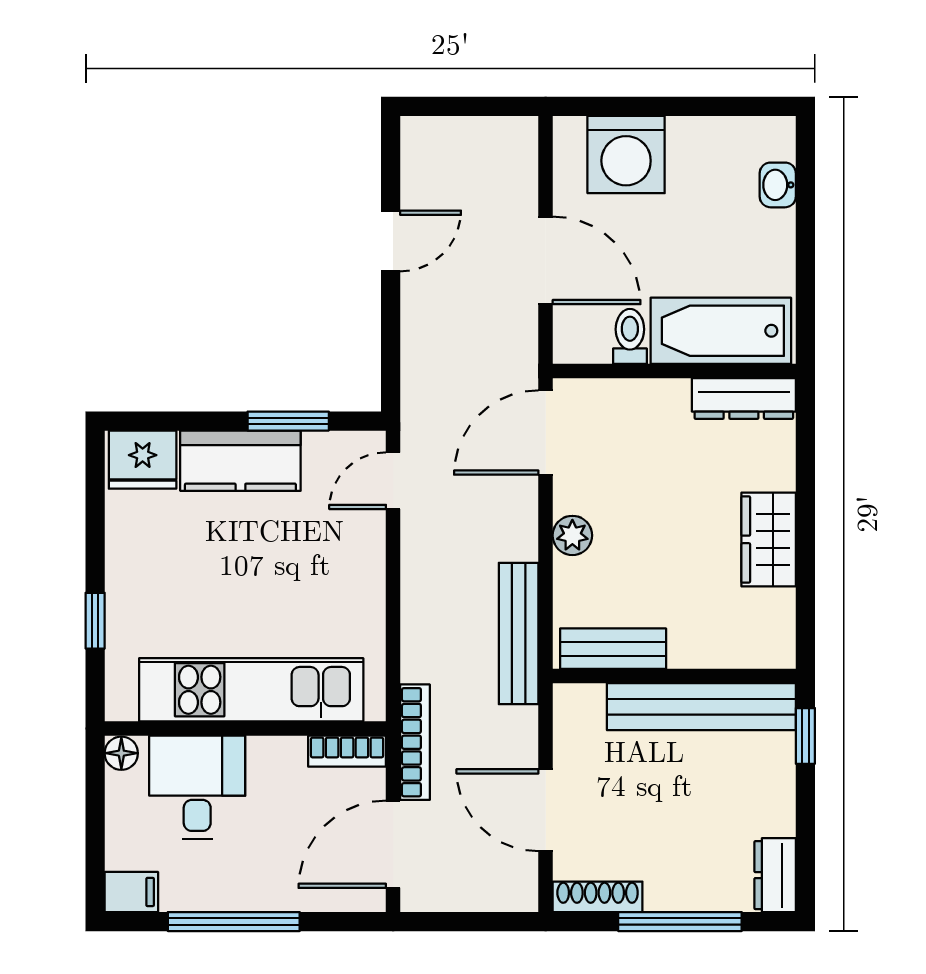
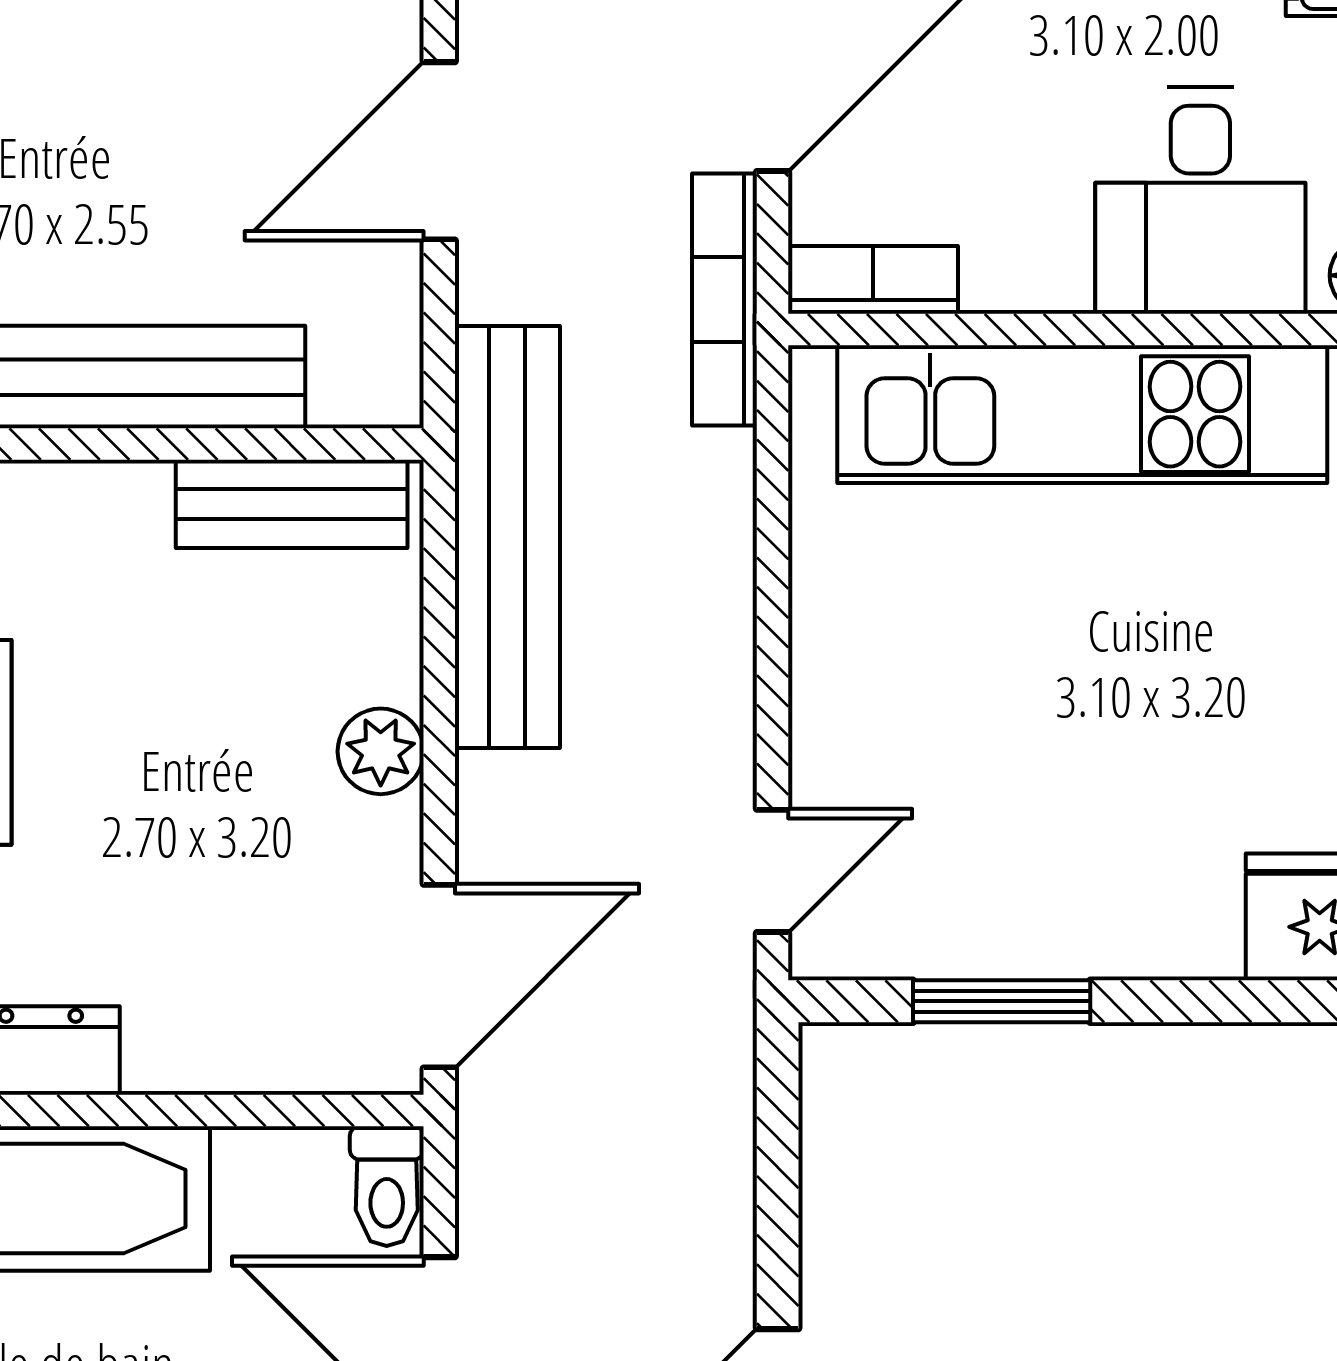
toilet: (630, 336) -> (387, 1186), moved
kitchen counter: (240, 461) -> (1106, 915), removed
bench: (519, 634) -> (507, 537), width x1.37, depth x1.21
door: (546, 810) -> (439, 151), swing flipped

